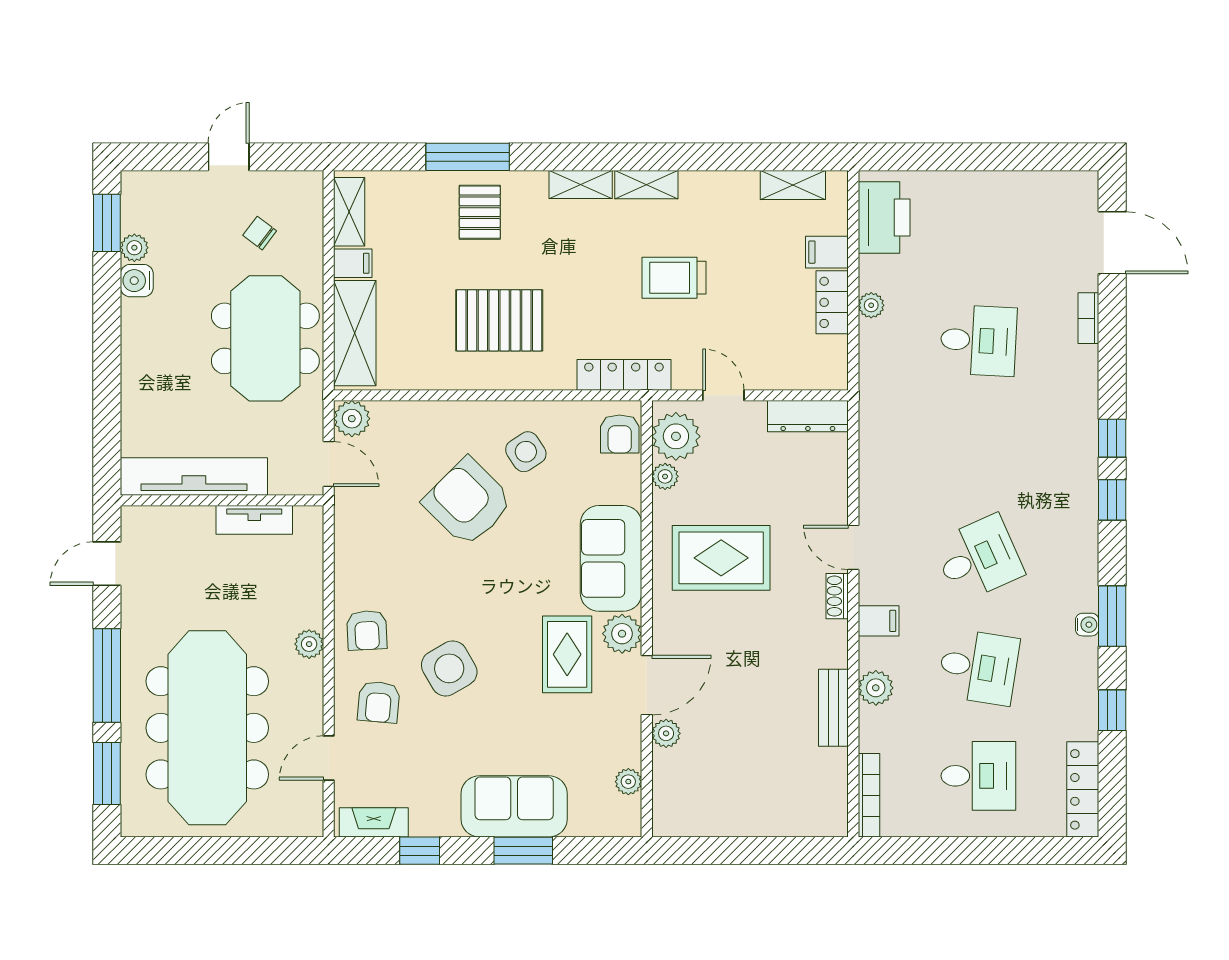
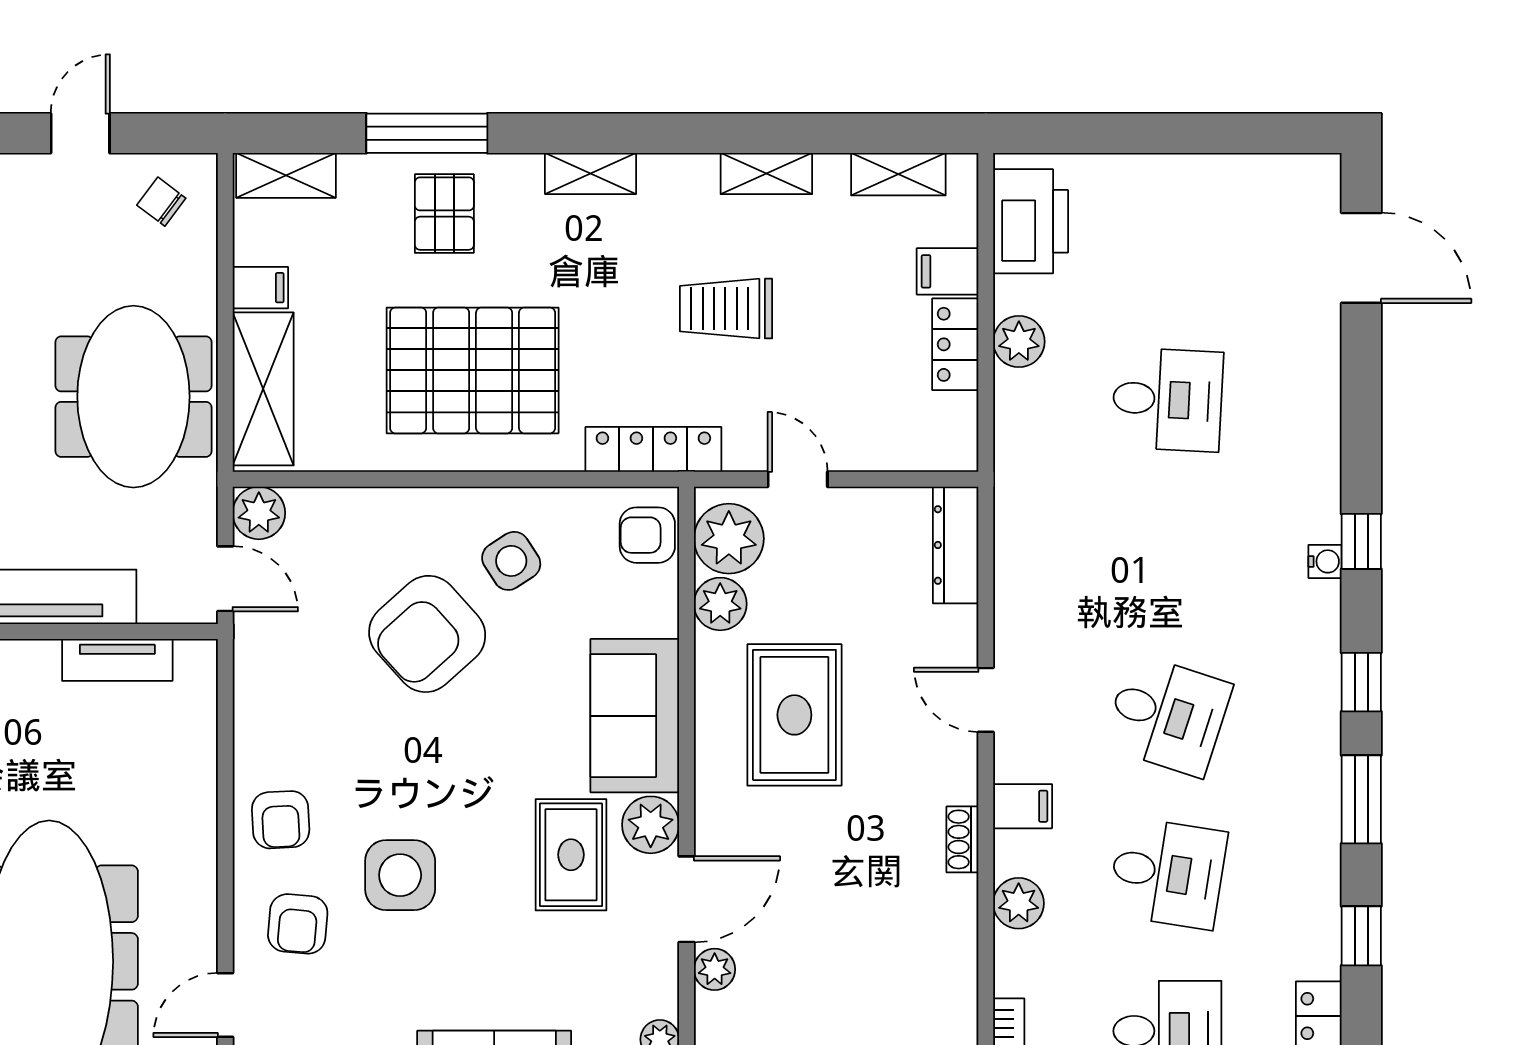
shelving: (646, 185) -> (766, 174), moved
shelving: (349, 212) -> (286, 175), moved, turned 90
chair: (260, 233) -> (161, 202), moved
plant: (871, 305) -> (1019, 342), width x1.38, depth x1.38
bookcase: (1088, 318) -> (1327, 367), removed
pallet: (499, 320) -> (473, 370), width x1.37, depth x1.41
dresser: (808, 416) -> (956, 545), moved, turned 90
armchair: (620, 434) -> (647, 535), turned 90
plant: (665, 476) -> (720, 604), width x1.38, depth x1.38
window: (1112, 500) -> (1361, 682), moved
armchair: (468, 502) -> (427, 634), turned -87
rug: (721, 558) -> (794, 715), turned 90
desk: (978, 558) -> (1167, 715), turned 42
shoe rack: (837, 596) -> (962, 839), moved
water cooler: (1087, 625) -> (1325, 561), moved
plant: (309, 644) -> (197, 840), removed
side table: (449, 668) -> (400, 875), turned 30
bench: (833, 708) -> (957, 932), removed

